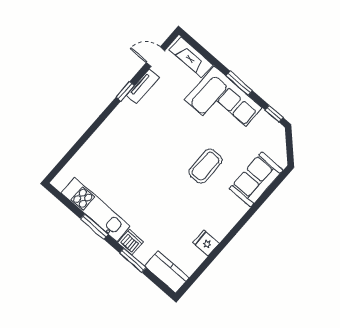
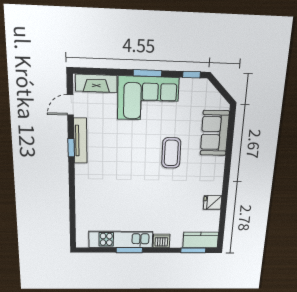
tv unit: (143, 86) -> (80, 141), width x1.41
window: (133, 260) -> (193, 250), moved

